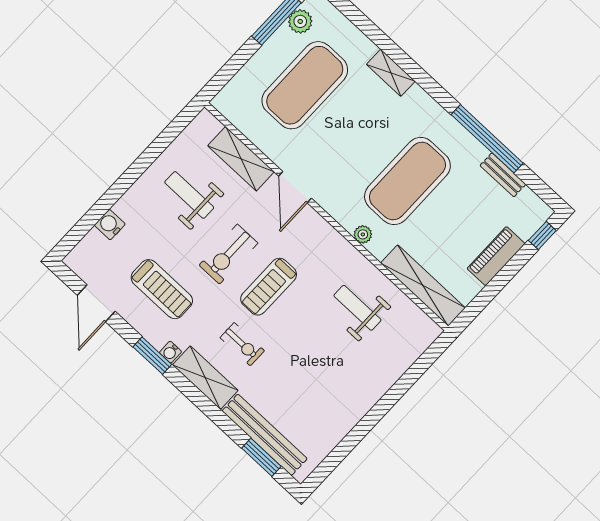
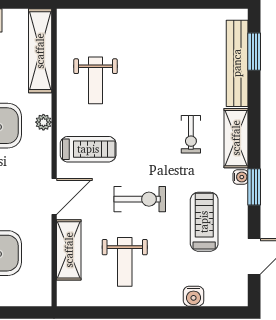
treadmill: (269, 287) -> (88, 149), moved
exercise bike: (242, 344) -> (191, 134), turned 180

